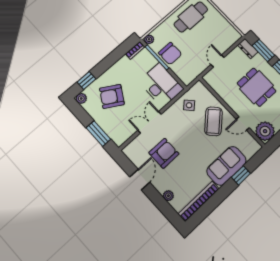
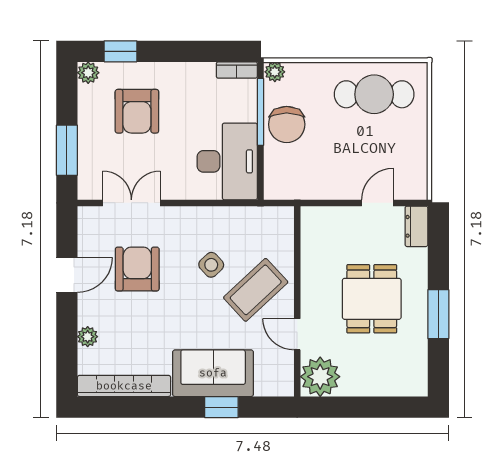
window: (263, 50) -> (438, 252), removed
door: (217, 61) -> (377, 203), moved
armchair: (112, 96) -> (137, 111), turned -121
side table: (189, 105) -> (211, 265), moved
double door: (150, 122) -> (131, 203), moved
armchair: (164, 153) -> (137, 269), turned -90

